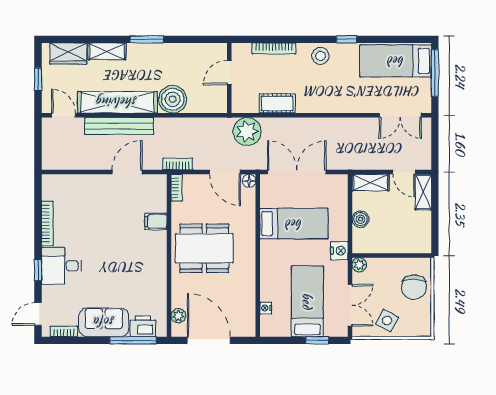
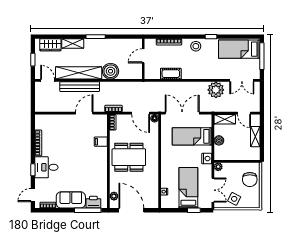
plant: (247, 131) -> (216, 90), moved
shelving: (423, 192) -> (255, 137), moved
bed: (294, 224) -> (192, 136), moved, turned 180

